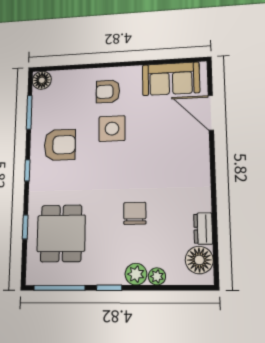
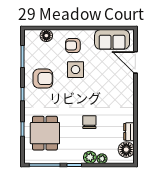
floor lamp: (42, 80) -> (46, 36), moved

